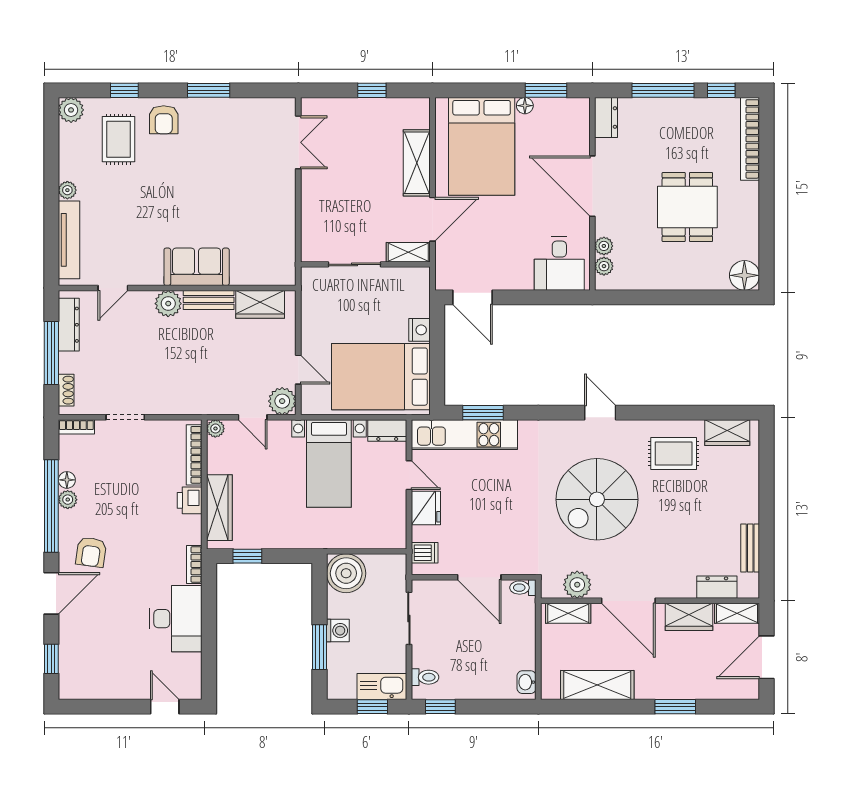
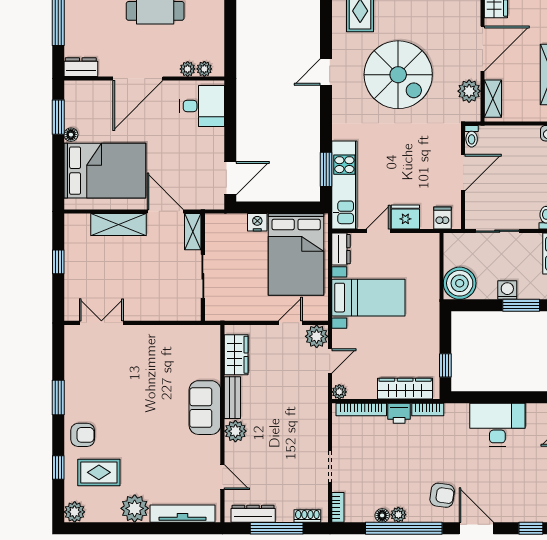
plant: (67, 190) -> (135, 508), width x1.88, depth x1.88
bookcase: (194, 564) -> (428, 409), moved

